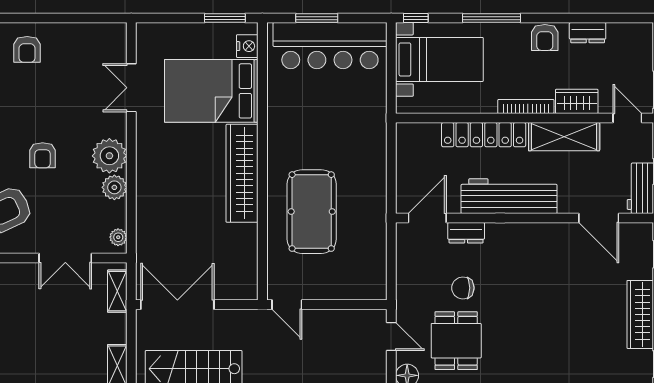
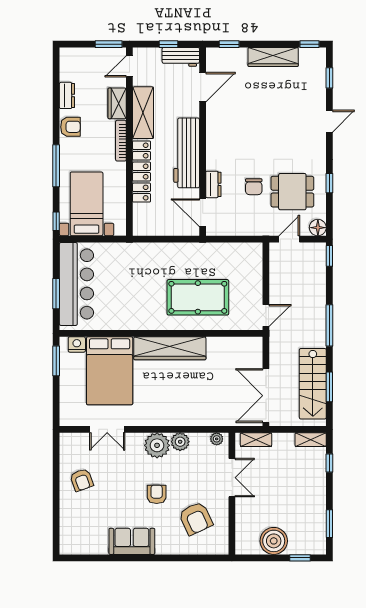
armchair: (27, 49) -> (82, 480), moved, turned 70
armchair: (43, 155) -> (157, 494), turned -90

